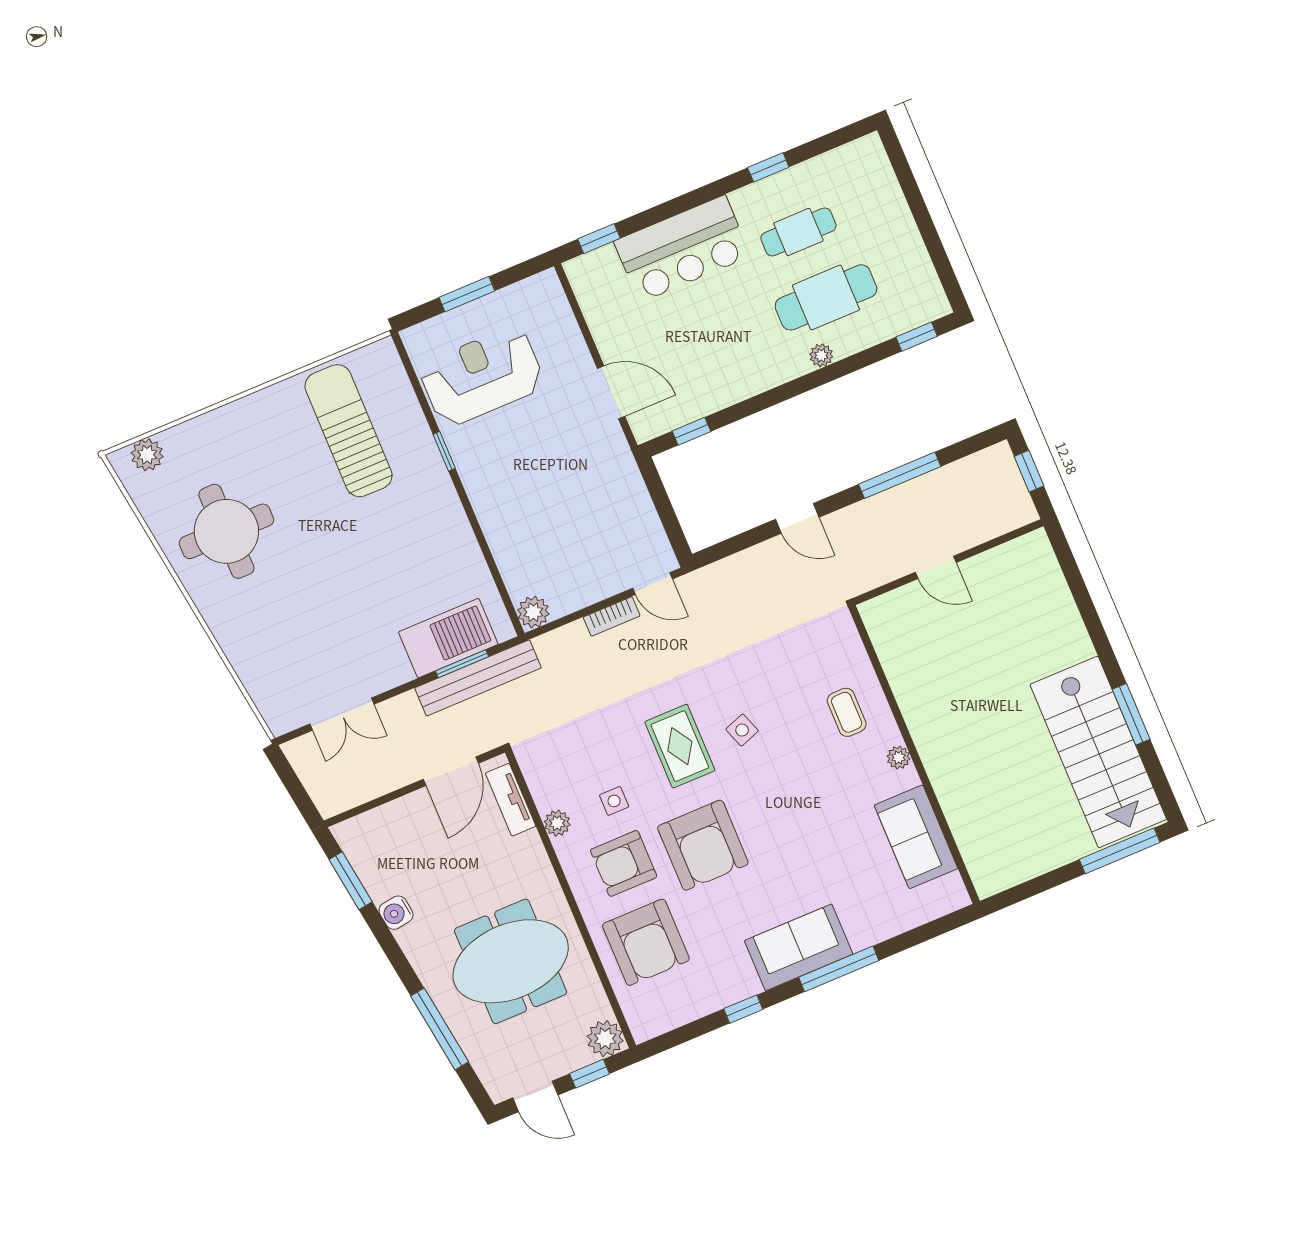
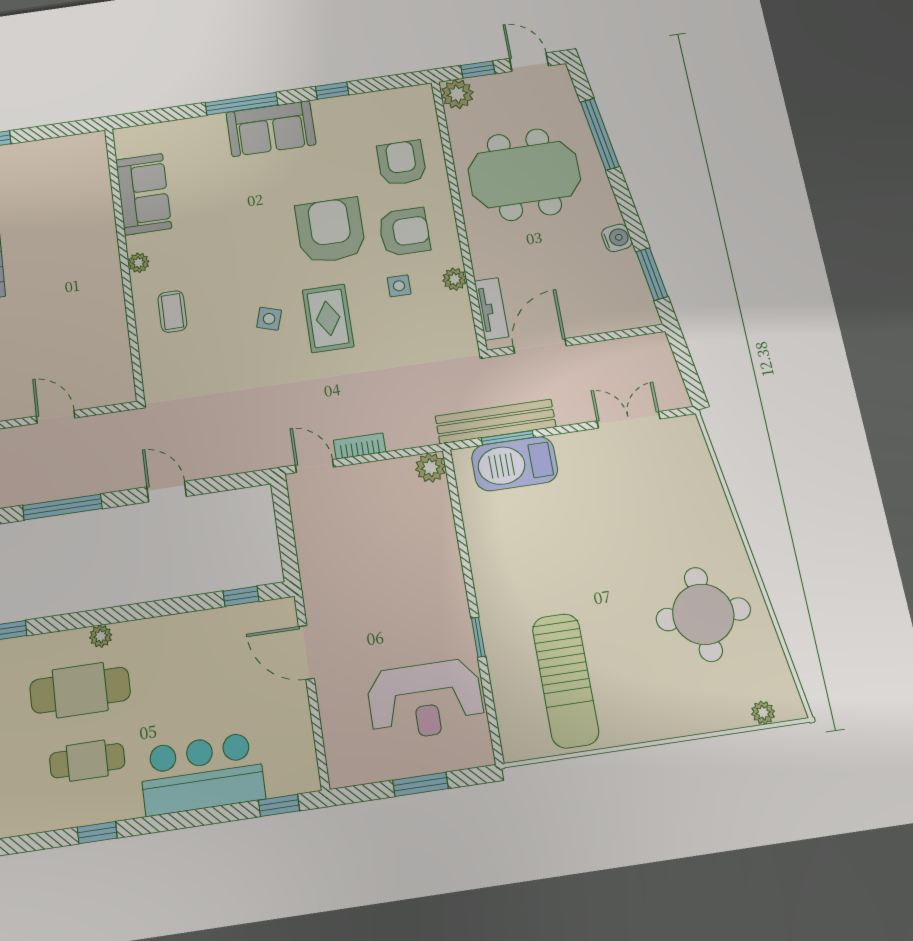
plant: (147, 455) -> (763, 713), width x0.73, depth x0.73
side table: (742, 730) -> (269, 319), turned 37
armchair: (646, 942) -> (402, 163), width x0.73, depth x0.73

